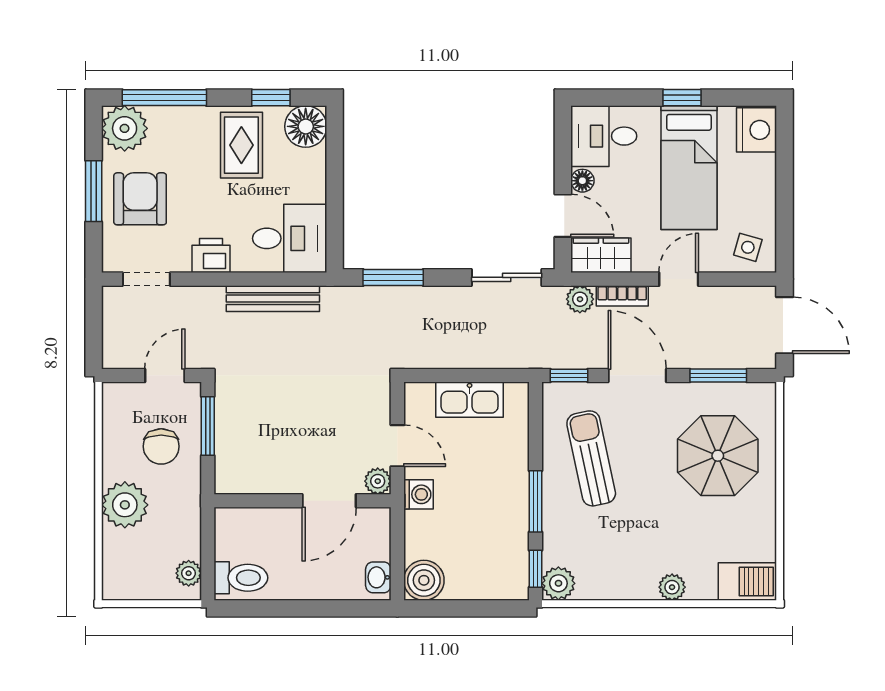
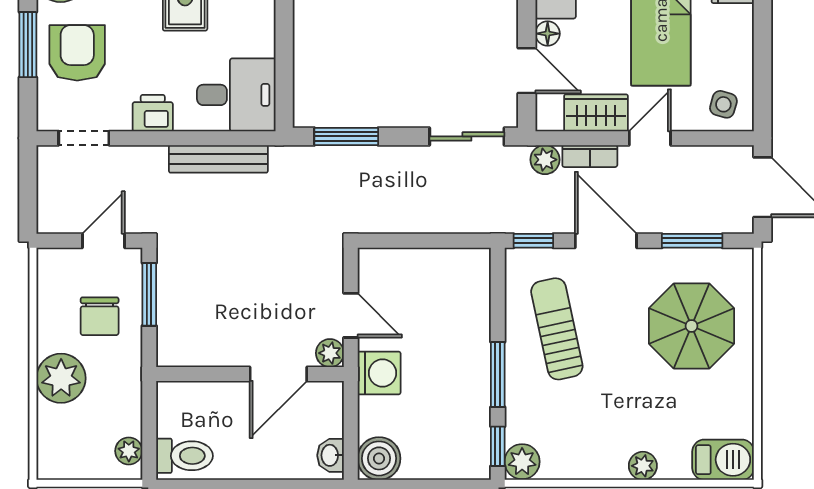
wardrobe: (601, 255) -> (596, 113), moved
kitchen sink: (470, 400) -> (428, 266), removed
washing machine: (418, 494) -> (379, 373), width x1.38, depth x1.38

